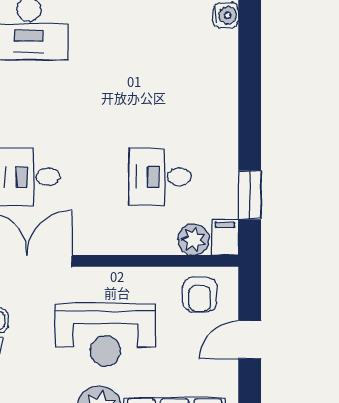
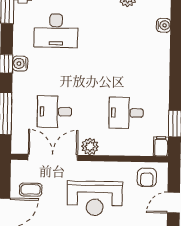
plant: (194, 240) -> (90, 146), moved

